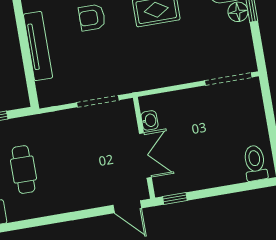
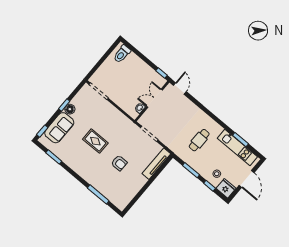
tv unit: (38, 46) -> (156, 164), moved

